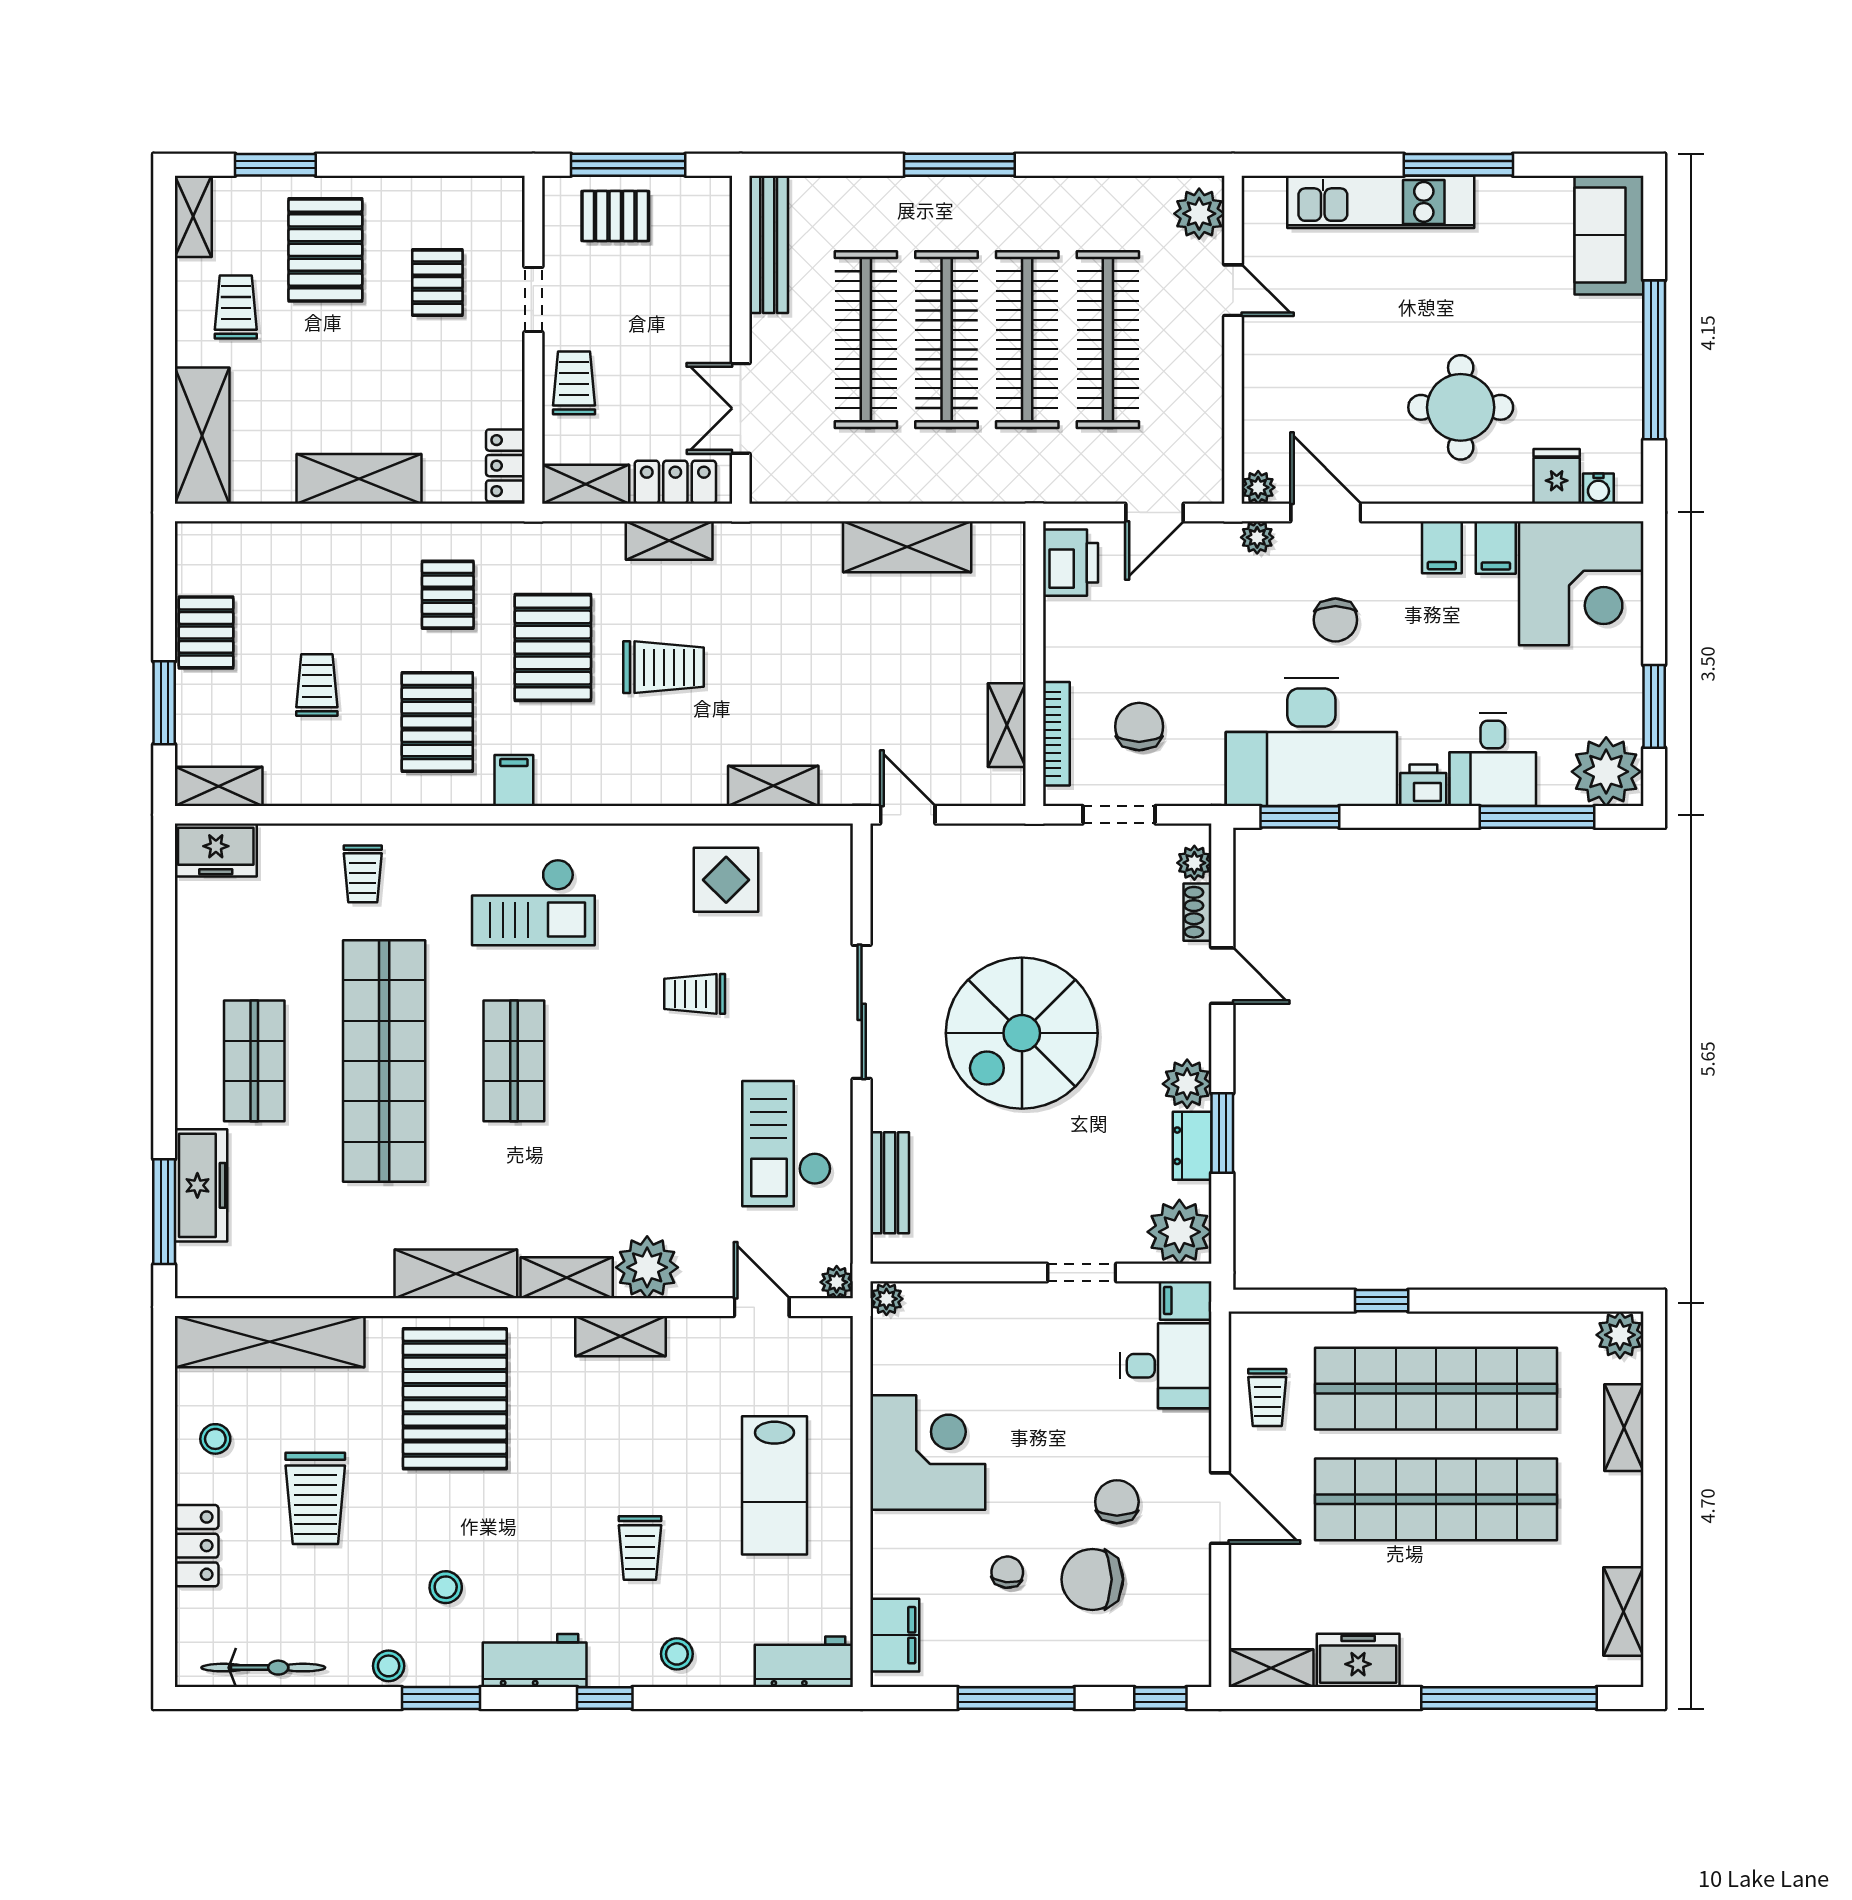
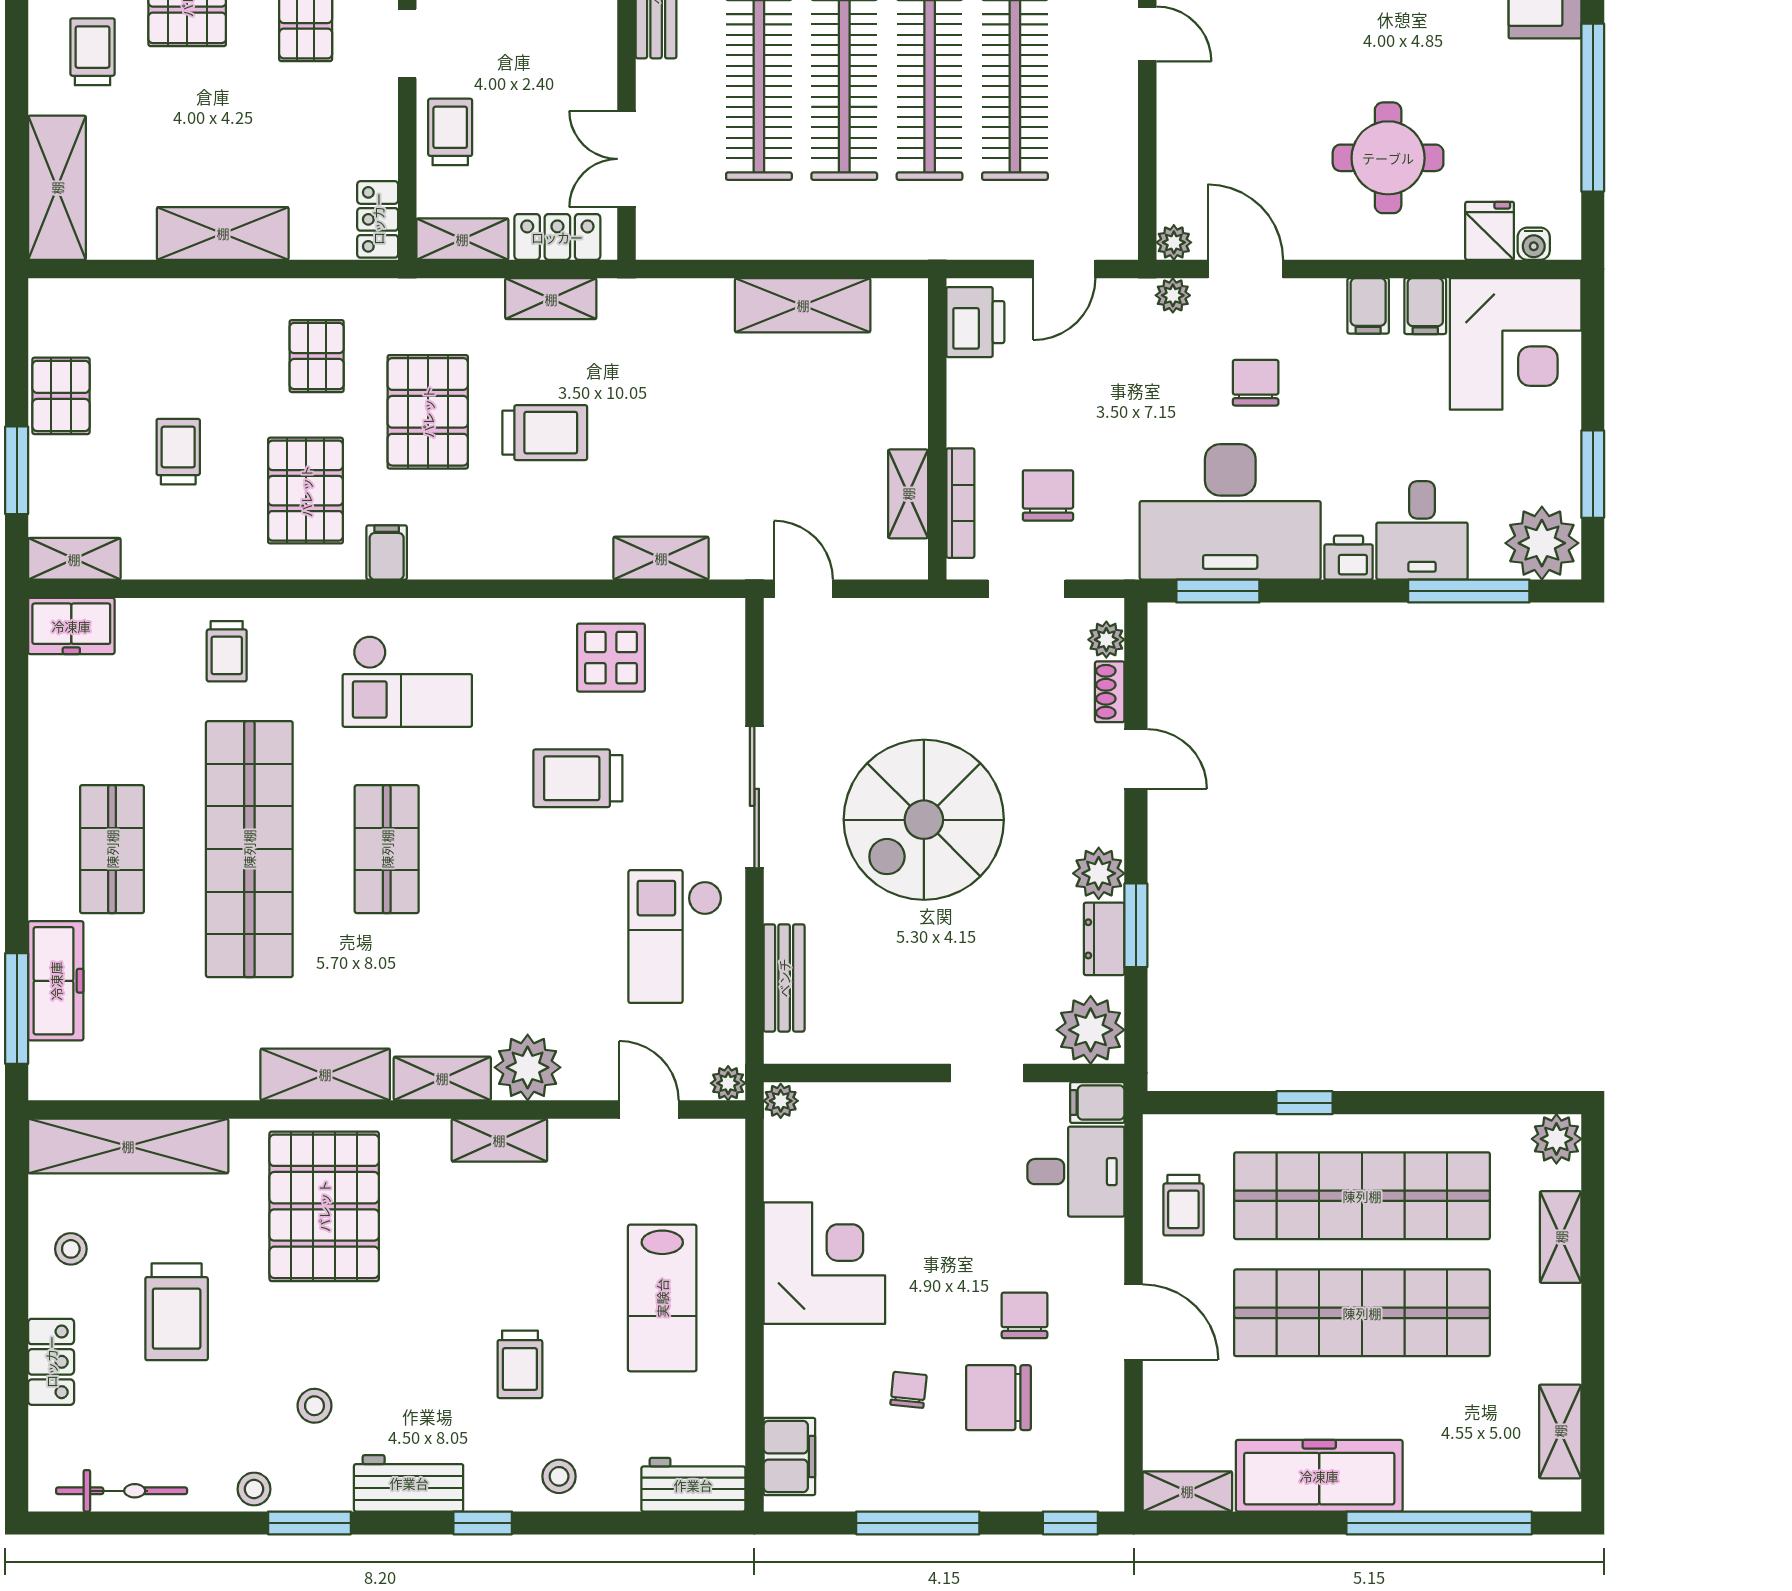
chair: (1335, 620) -> (1256, 383), turned 180
trolley: (695, 994) -> (578, 778), width x1.36, depth x1.39
freezer: (1358, 1660) -> (1319, 1476), width x1.91, depth x1.26

